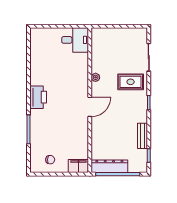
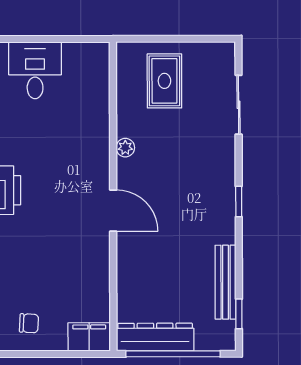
desk: (75, 40) -> (35, 70), moved, turned -90
rug: (131, 82) -> (164, 81), moved, turned 90
door: (90, 107) -> (113, 211), hinge flipped
bench: (142, 136) -> (226, 282), width x1.36

